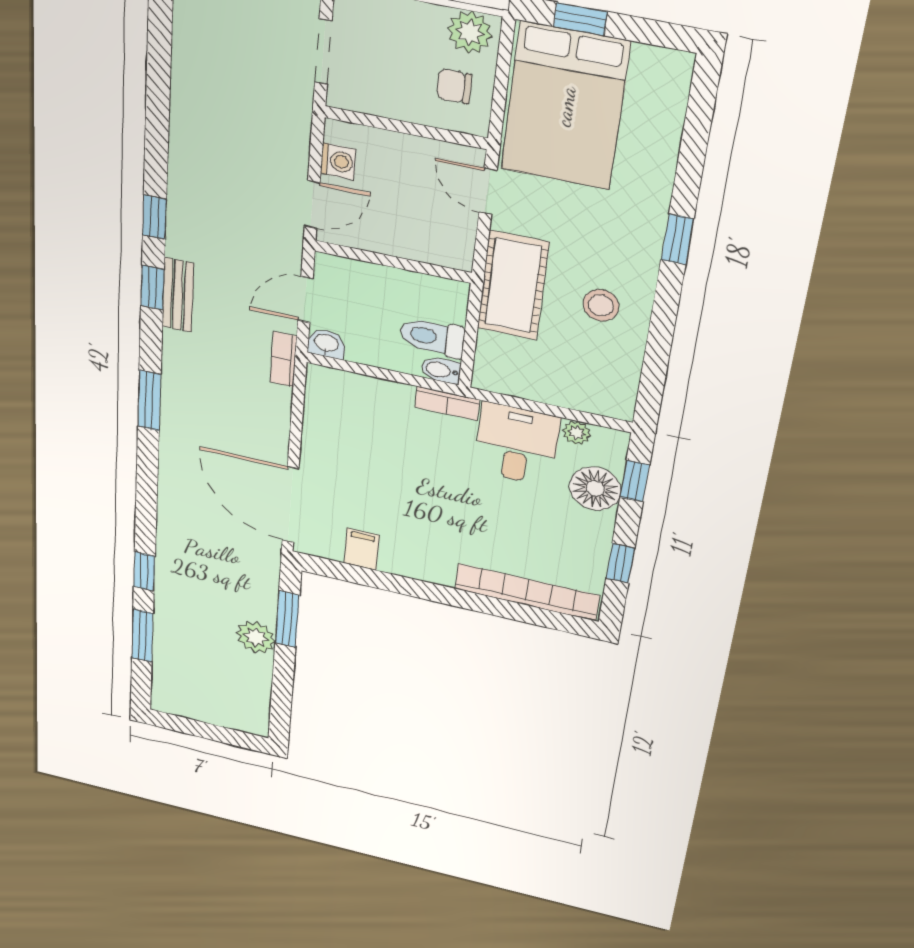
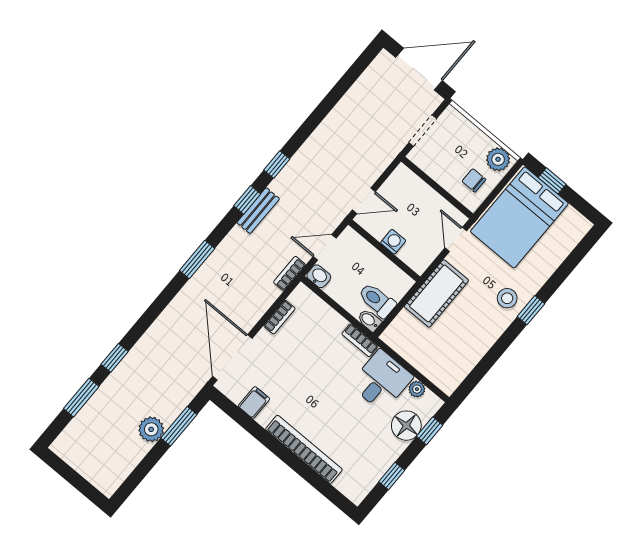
washing machine: (338, 161) -> (393, 242), moved, turned -90
stool: (601, 305) -> (507, 298), moved
bookcase: (313, 424) -> (279, 317), added
bookcase: (527, 592) -> (304, 449), moved

